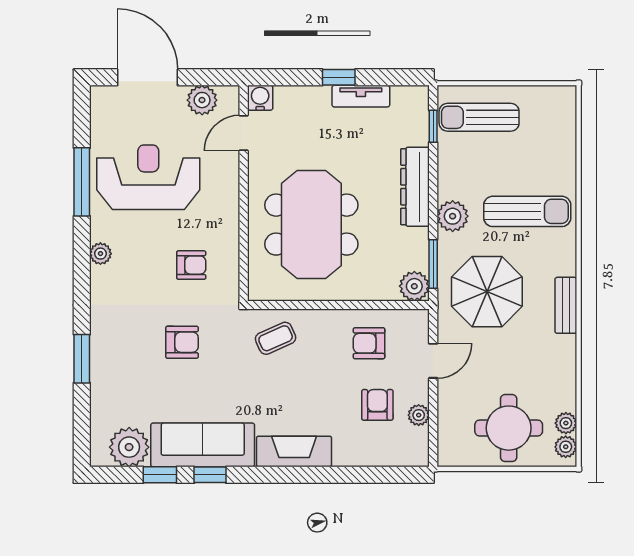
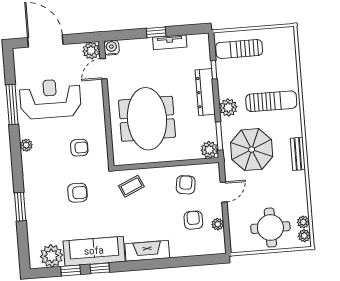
plant: (202, 100) -> (91, 51), moved
window: (433, 126) -> (214, 70), moved
armchair: (369, 343) -> (186, 185), turned 98

